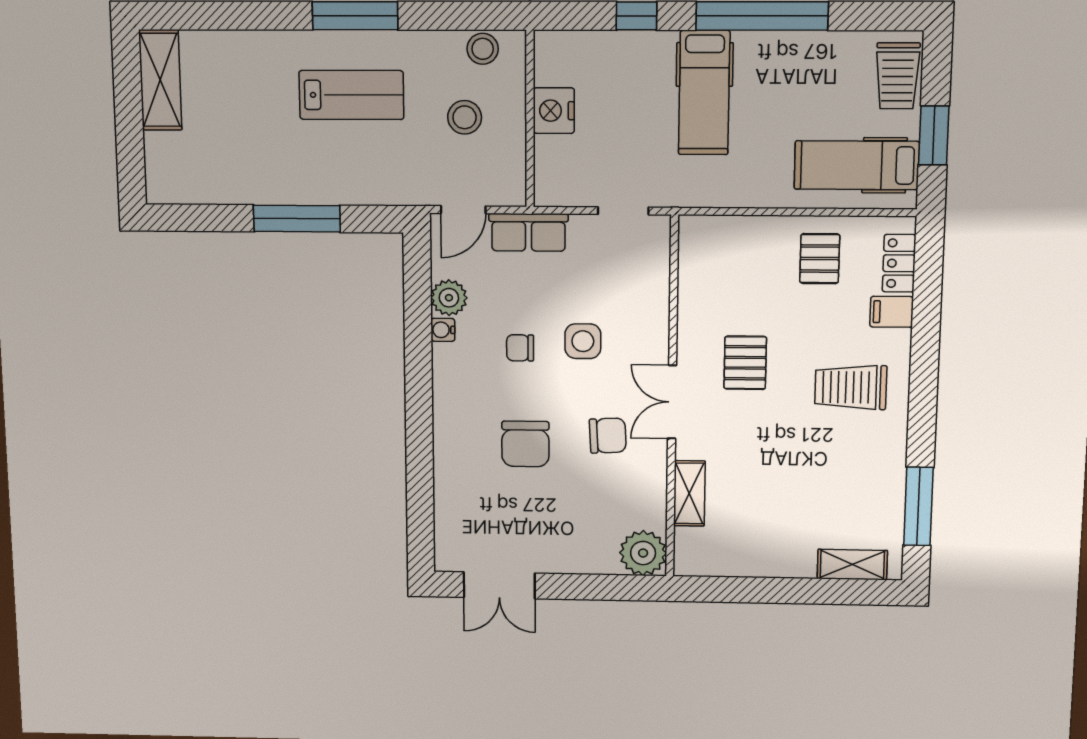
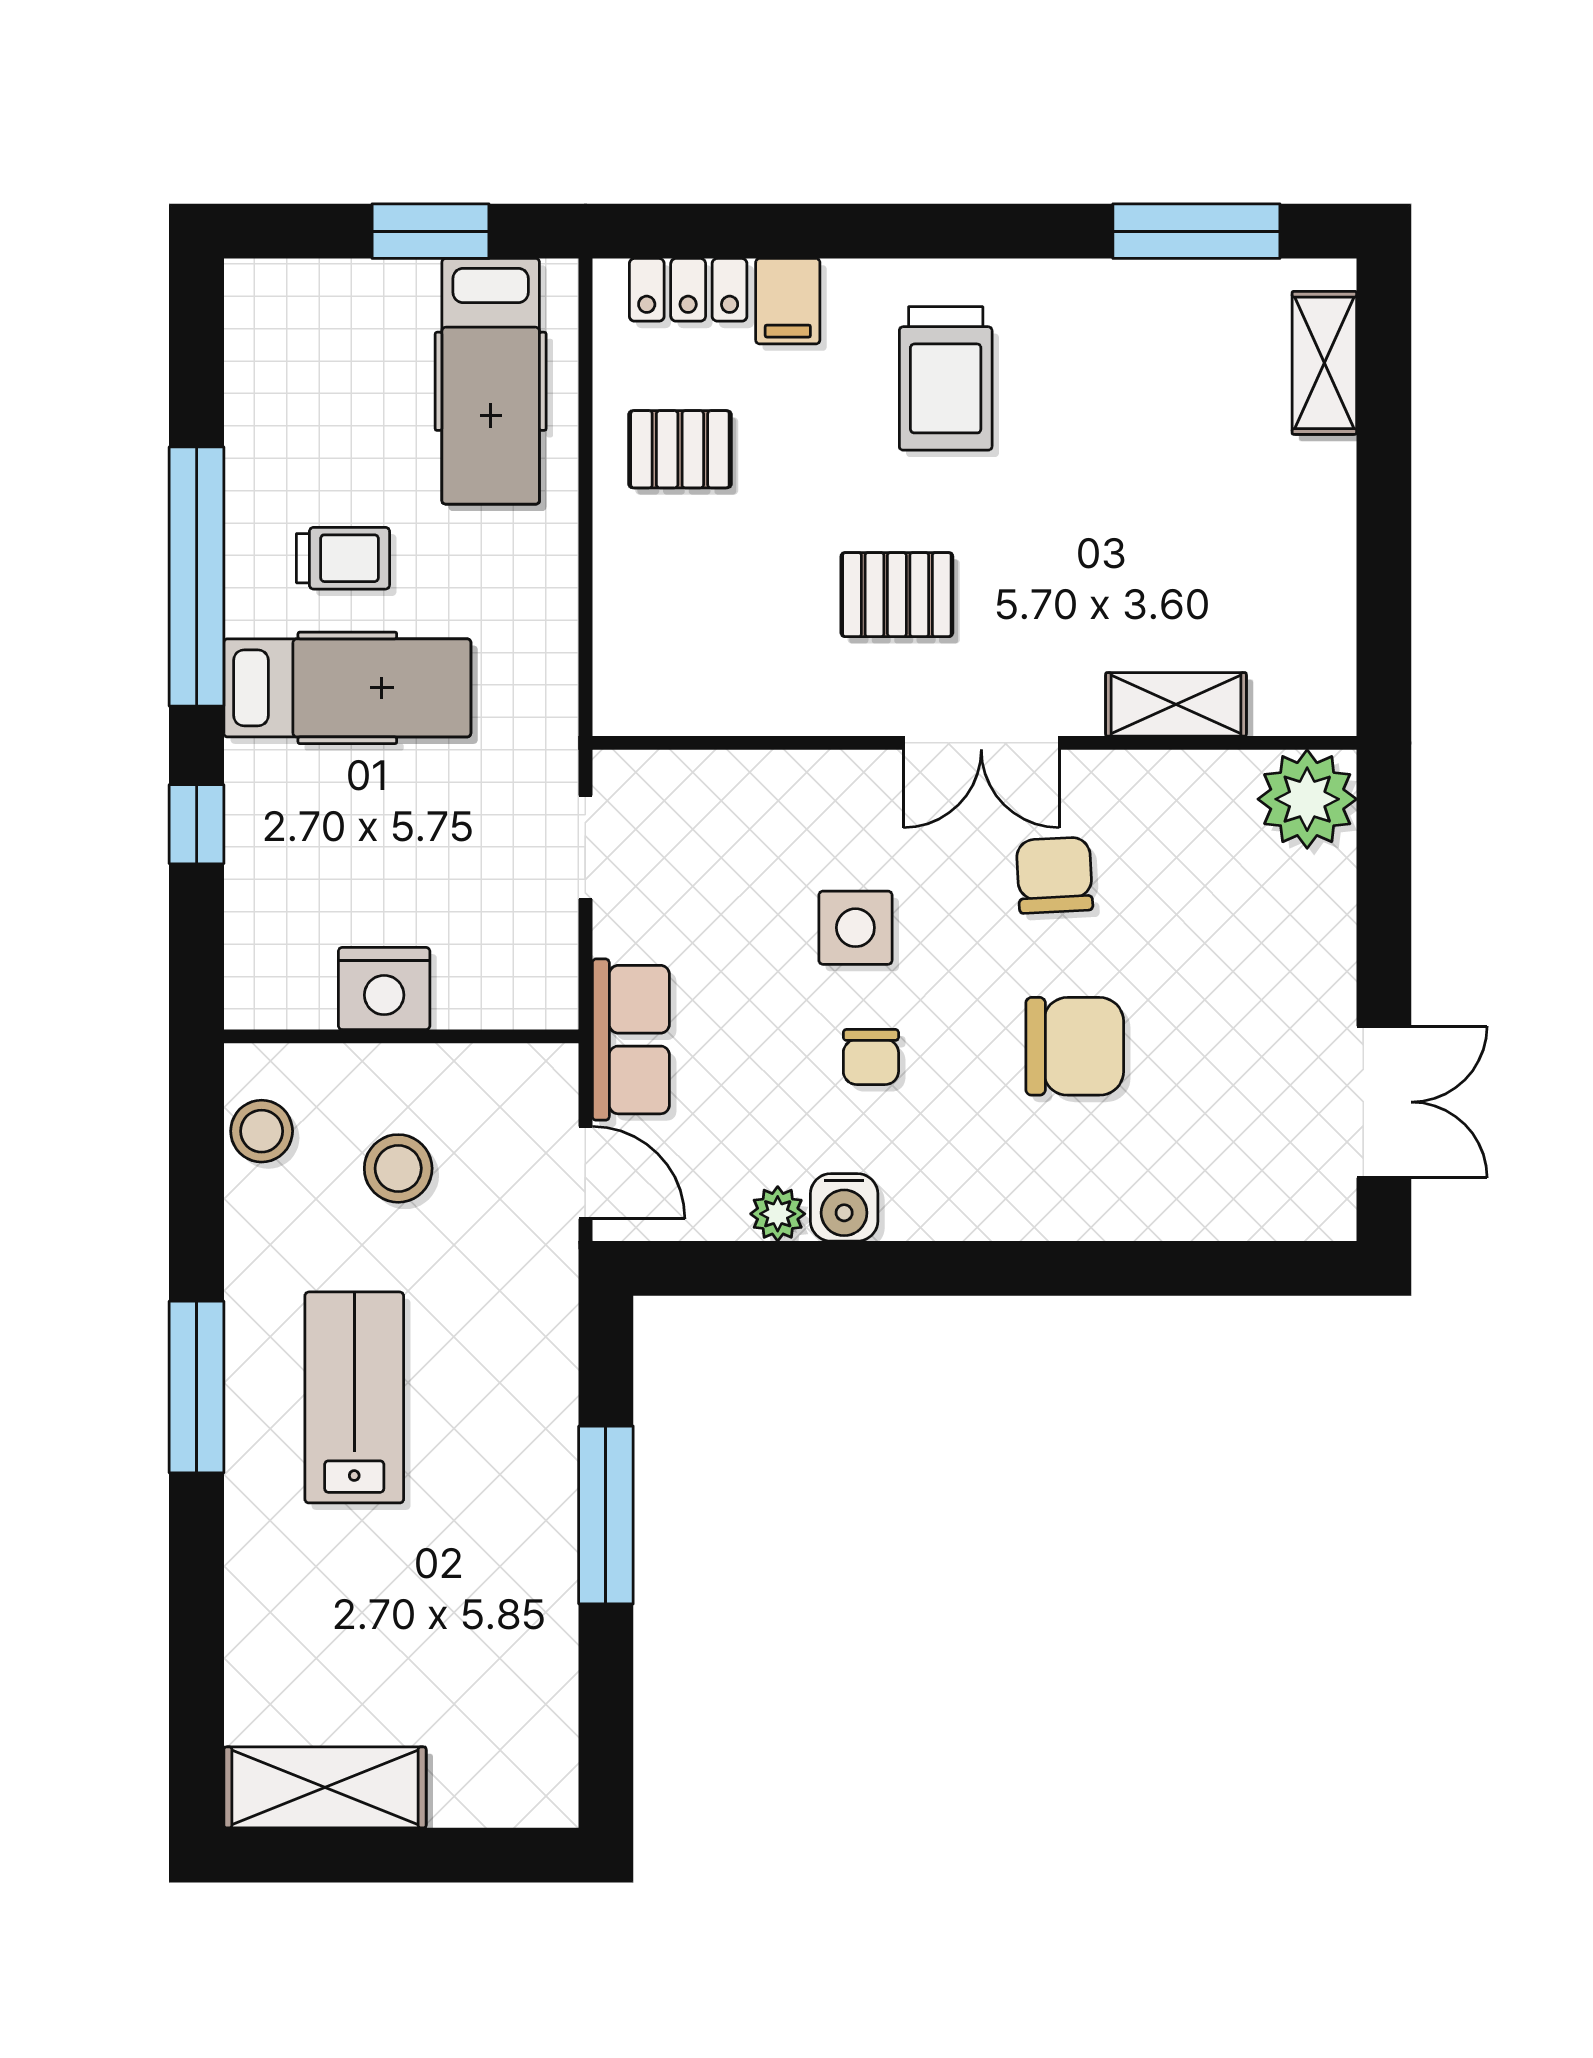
trolley: (898, 76) -> (343, 558), moved, width x0.73, depth x0.72
plant: (449, 298) -> (778, 1214), width x0.73, depth x0.73
water cooler: (443, 330) -> (844, 1207), width x1.38, depth x1.38

